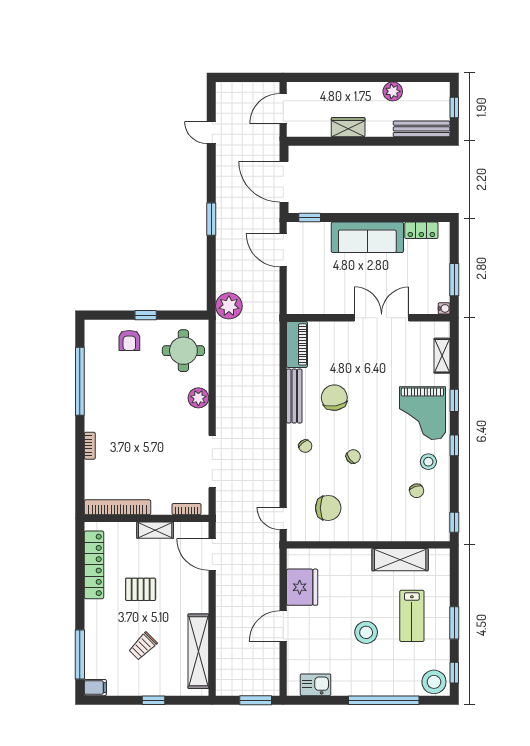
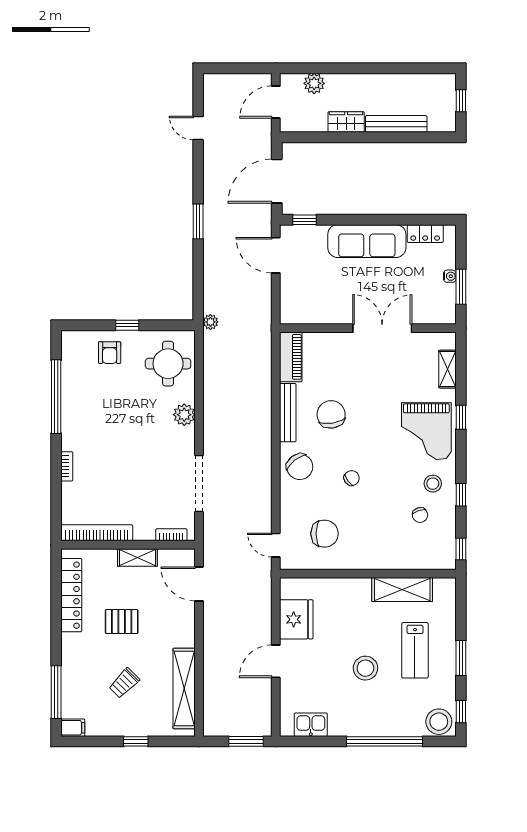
plant: (393, 91) -> (314, 83), moved
bench: (422, 129) -> (396, 124), moved
door: (284, 182) -> (277, 181), hinge flipped
plant: (229, 306) -> (210, 322), width x0.53, depth x0.53
water cooler: (444, 308) -> (450, 276), moved
window: (454, 445) -> (461, 495), moved
chair: (305, 446) -> (300, 467), width x1.87, depth x1.87

